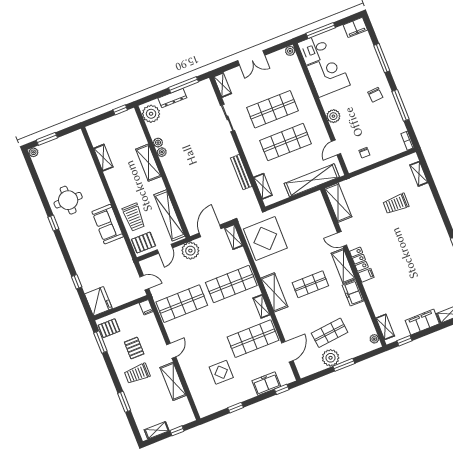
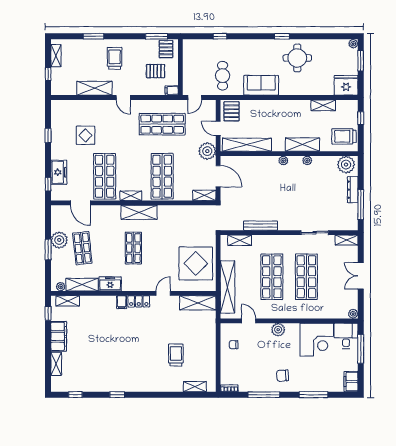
window: (120, 110) -> (361, 118), moved
plant: (158, 143) -> (283, 161), moved
trolley: (134, 217) -> (344, 136), moved
display table: (265, 238) -> (196, 263), moved
cafe table: (113, 264) -> (223, 76), added
shelving: (343, 266) -> (82, 285), moved
fridge: (98, 301) -> (346, 85), moved, turned 180
shop shelf: (182, 304) -> (162, 124), turned 90
pallet: (134, 348) -> (156, 71), moved

